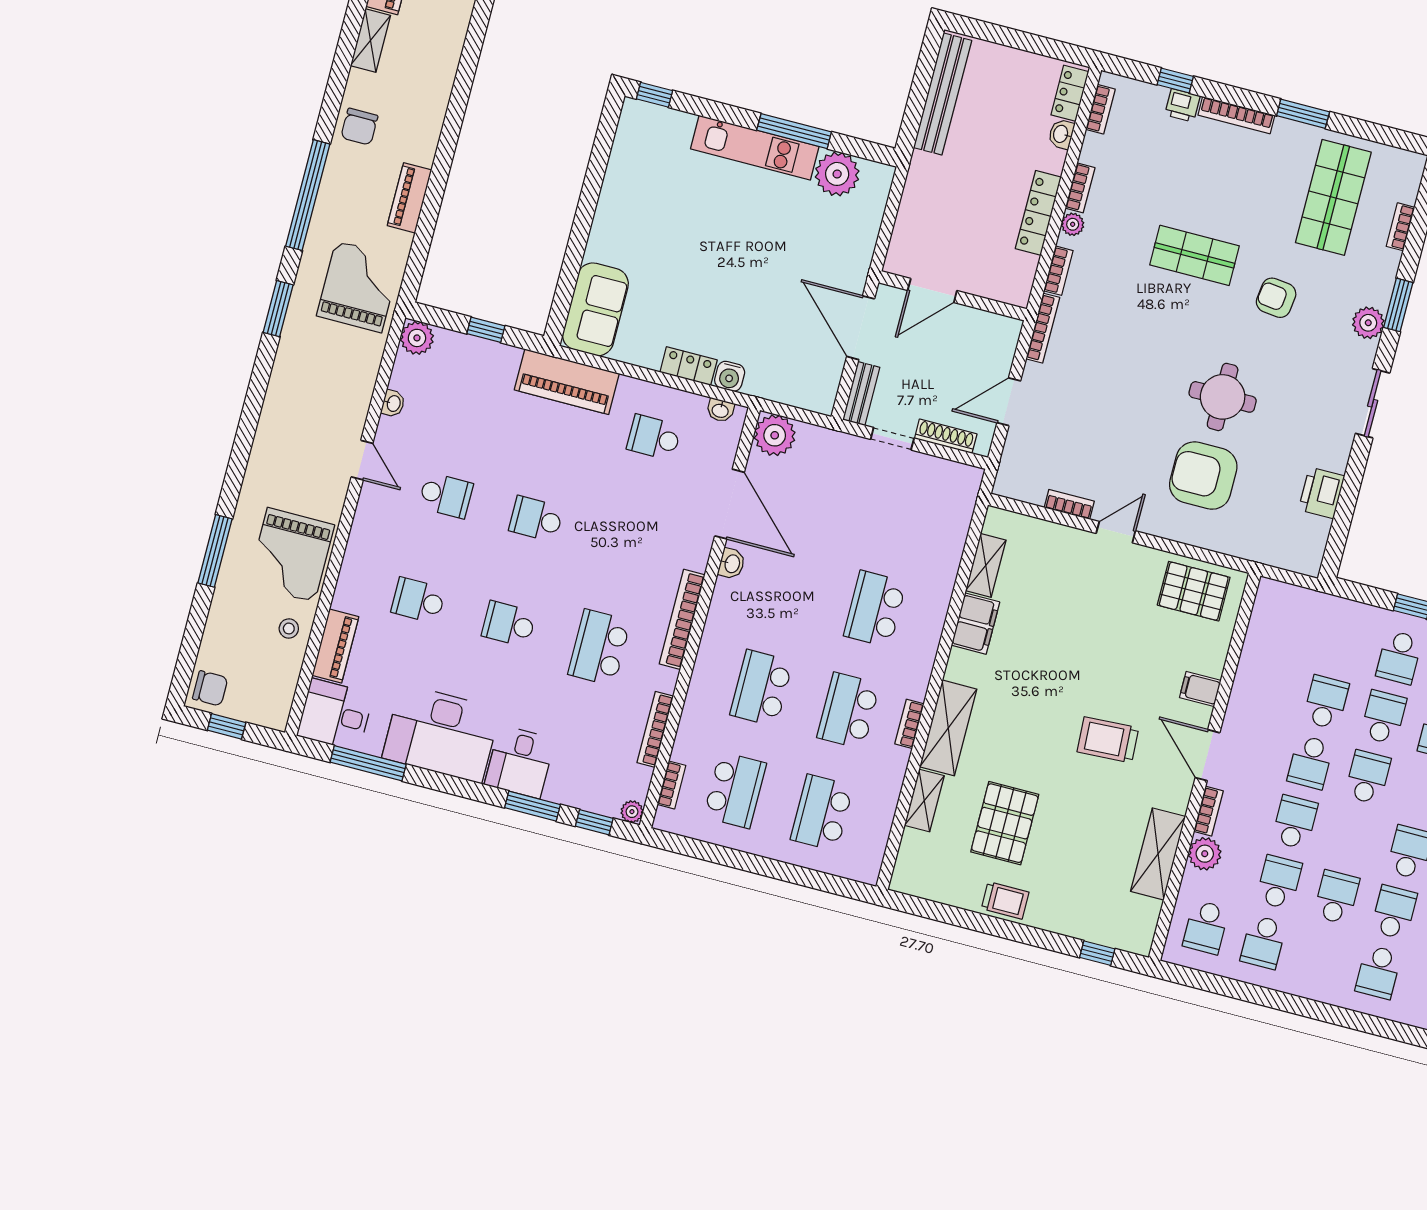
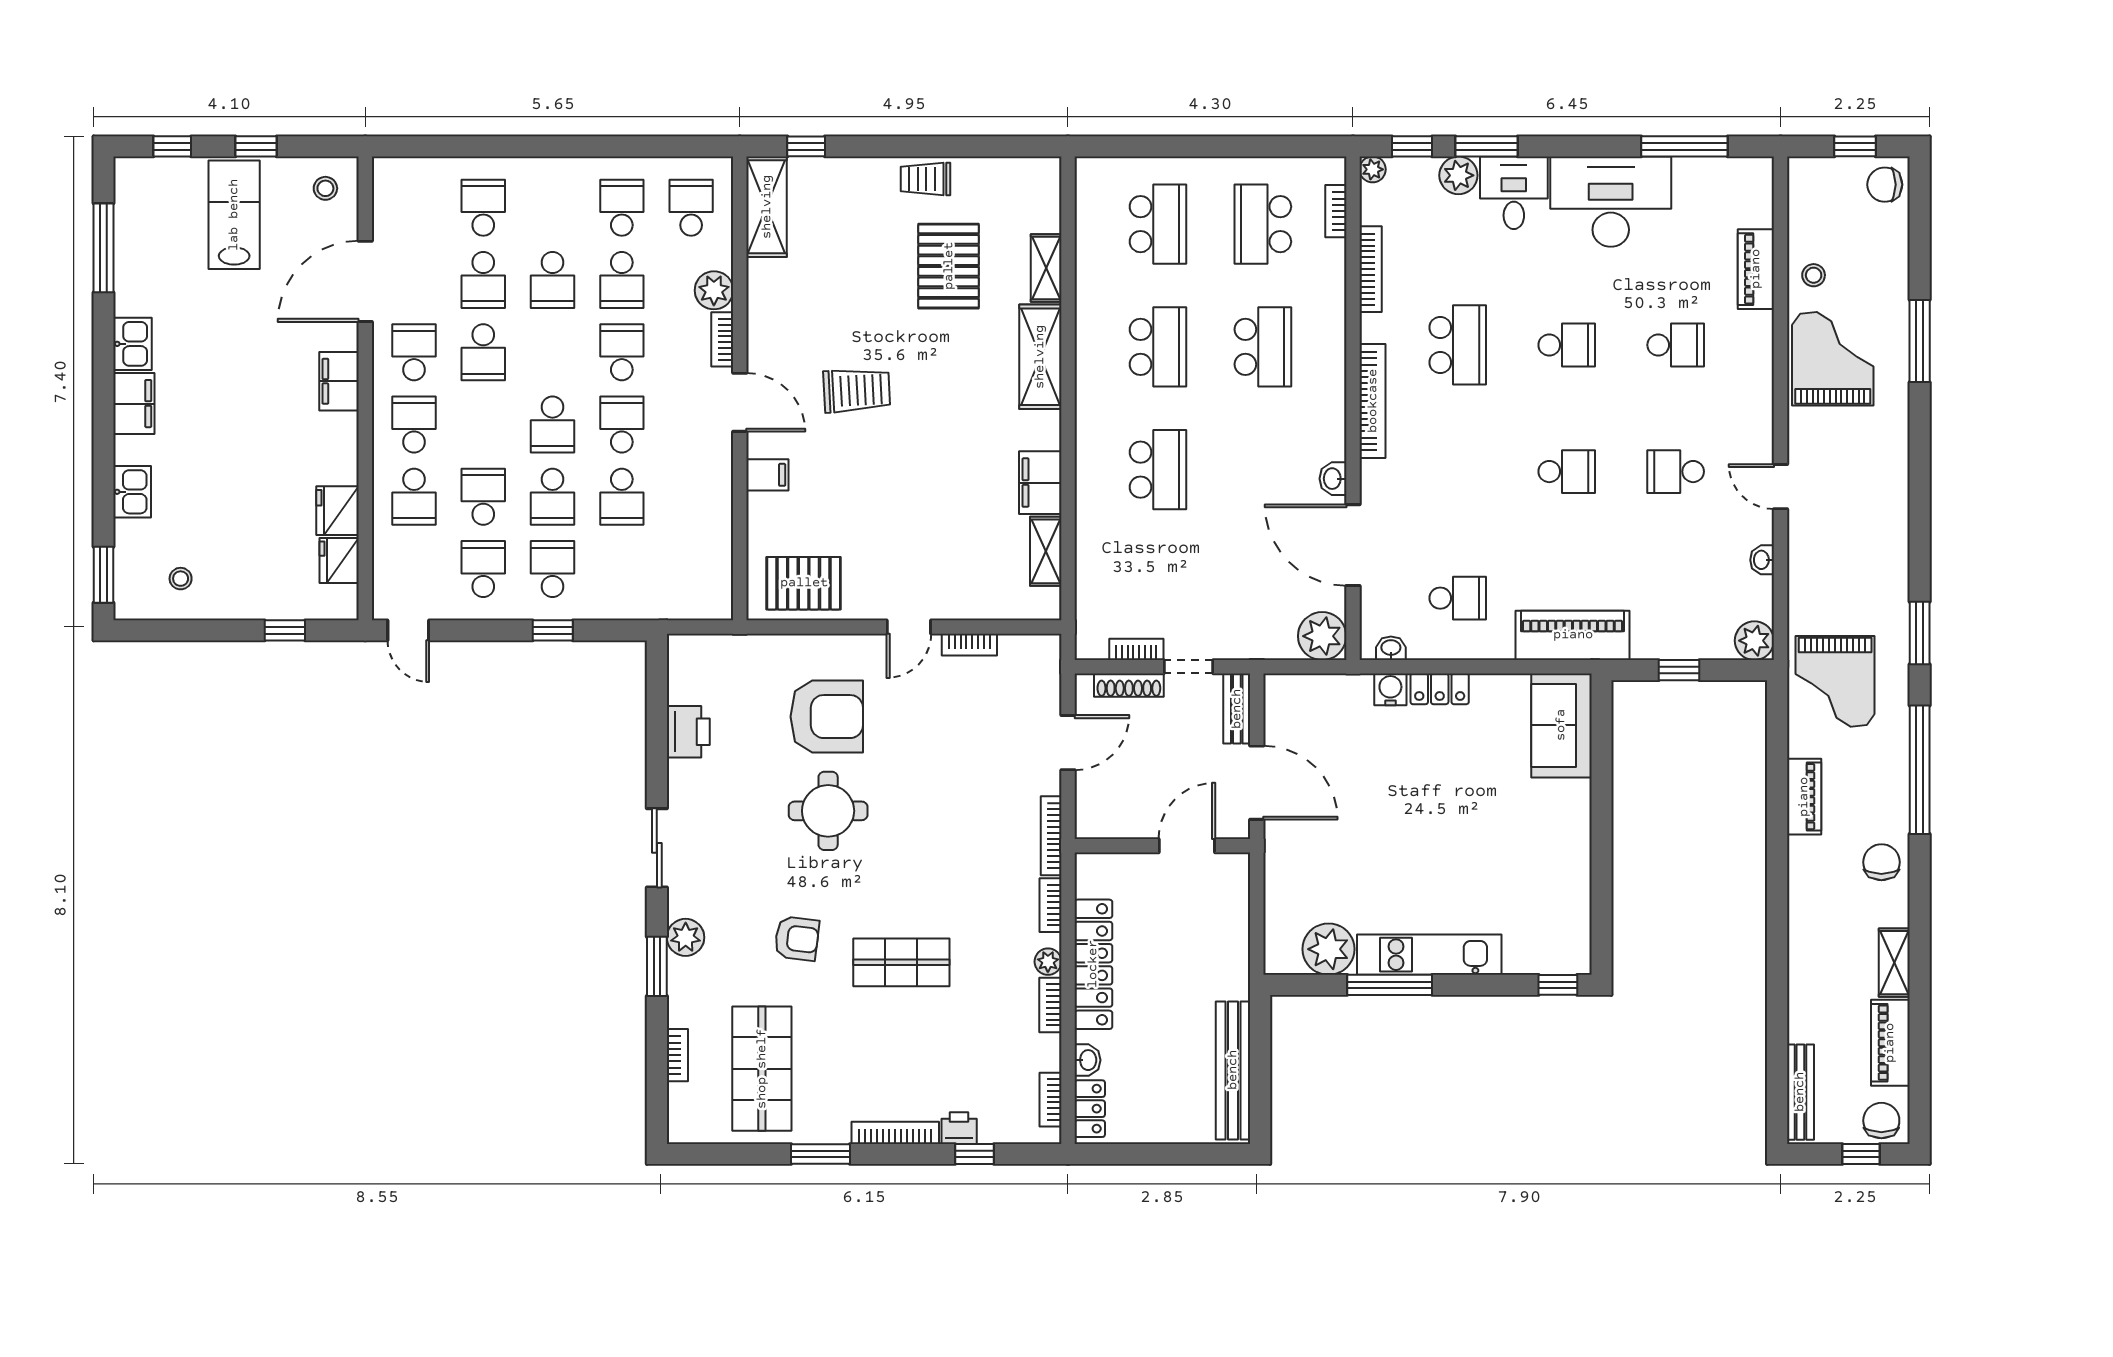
locker: (1038, 213) -> (1093, 964), width x1.41, depth x1.21
desk: (335, 715) -> (1736, 191), removed
bookcase: (909, 724) -> (1136, 649), moved, turned -90
plant: (562, 788) -> (1458, 175), added
school desk: (1295, 822) -> (622, 352), turned 180
shelving: (1158, 854) -> (767, 207), moved

